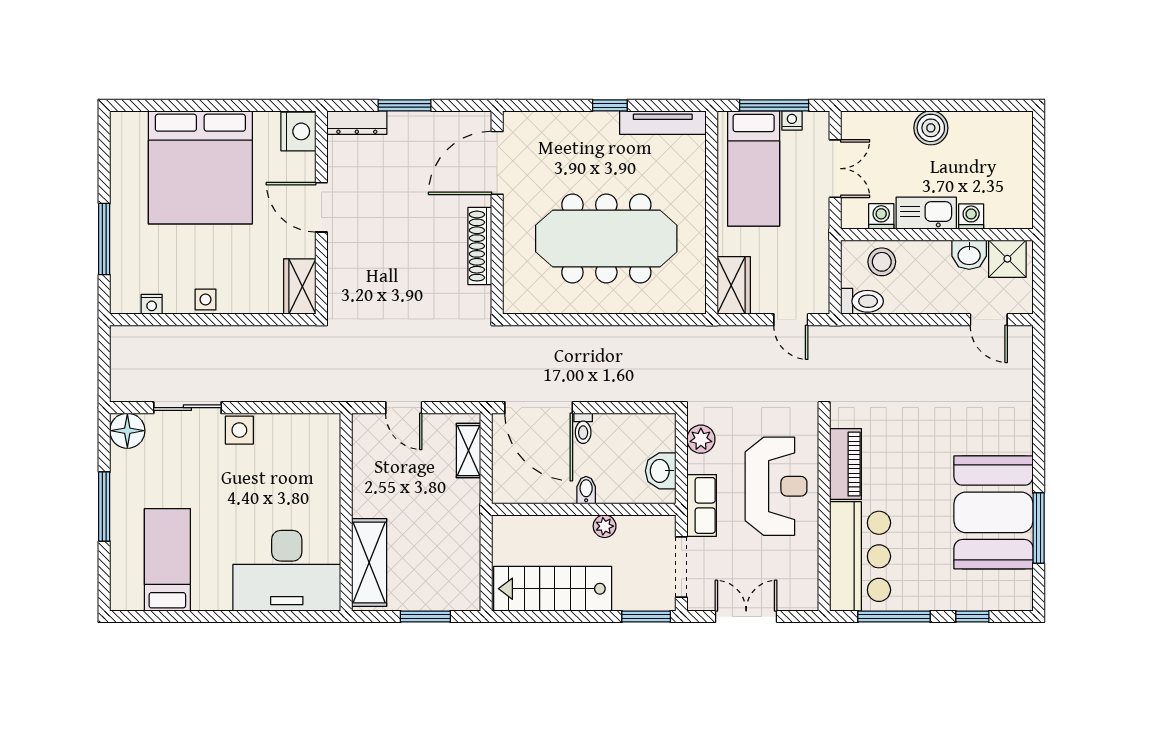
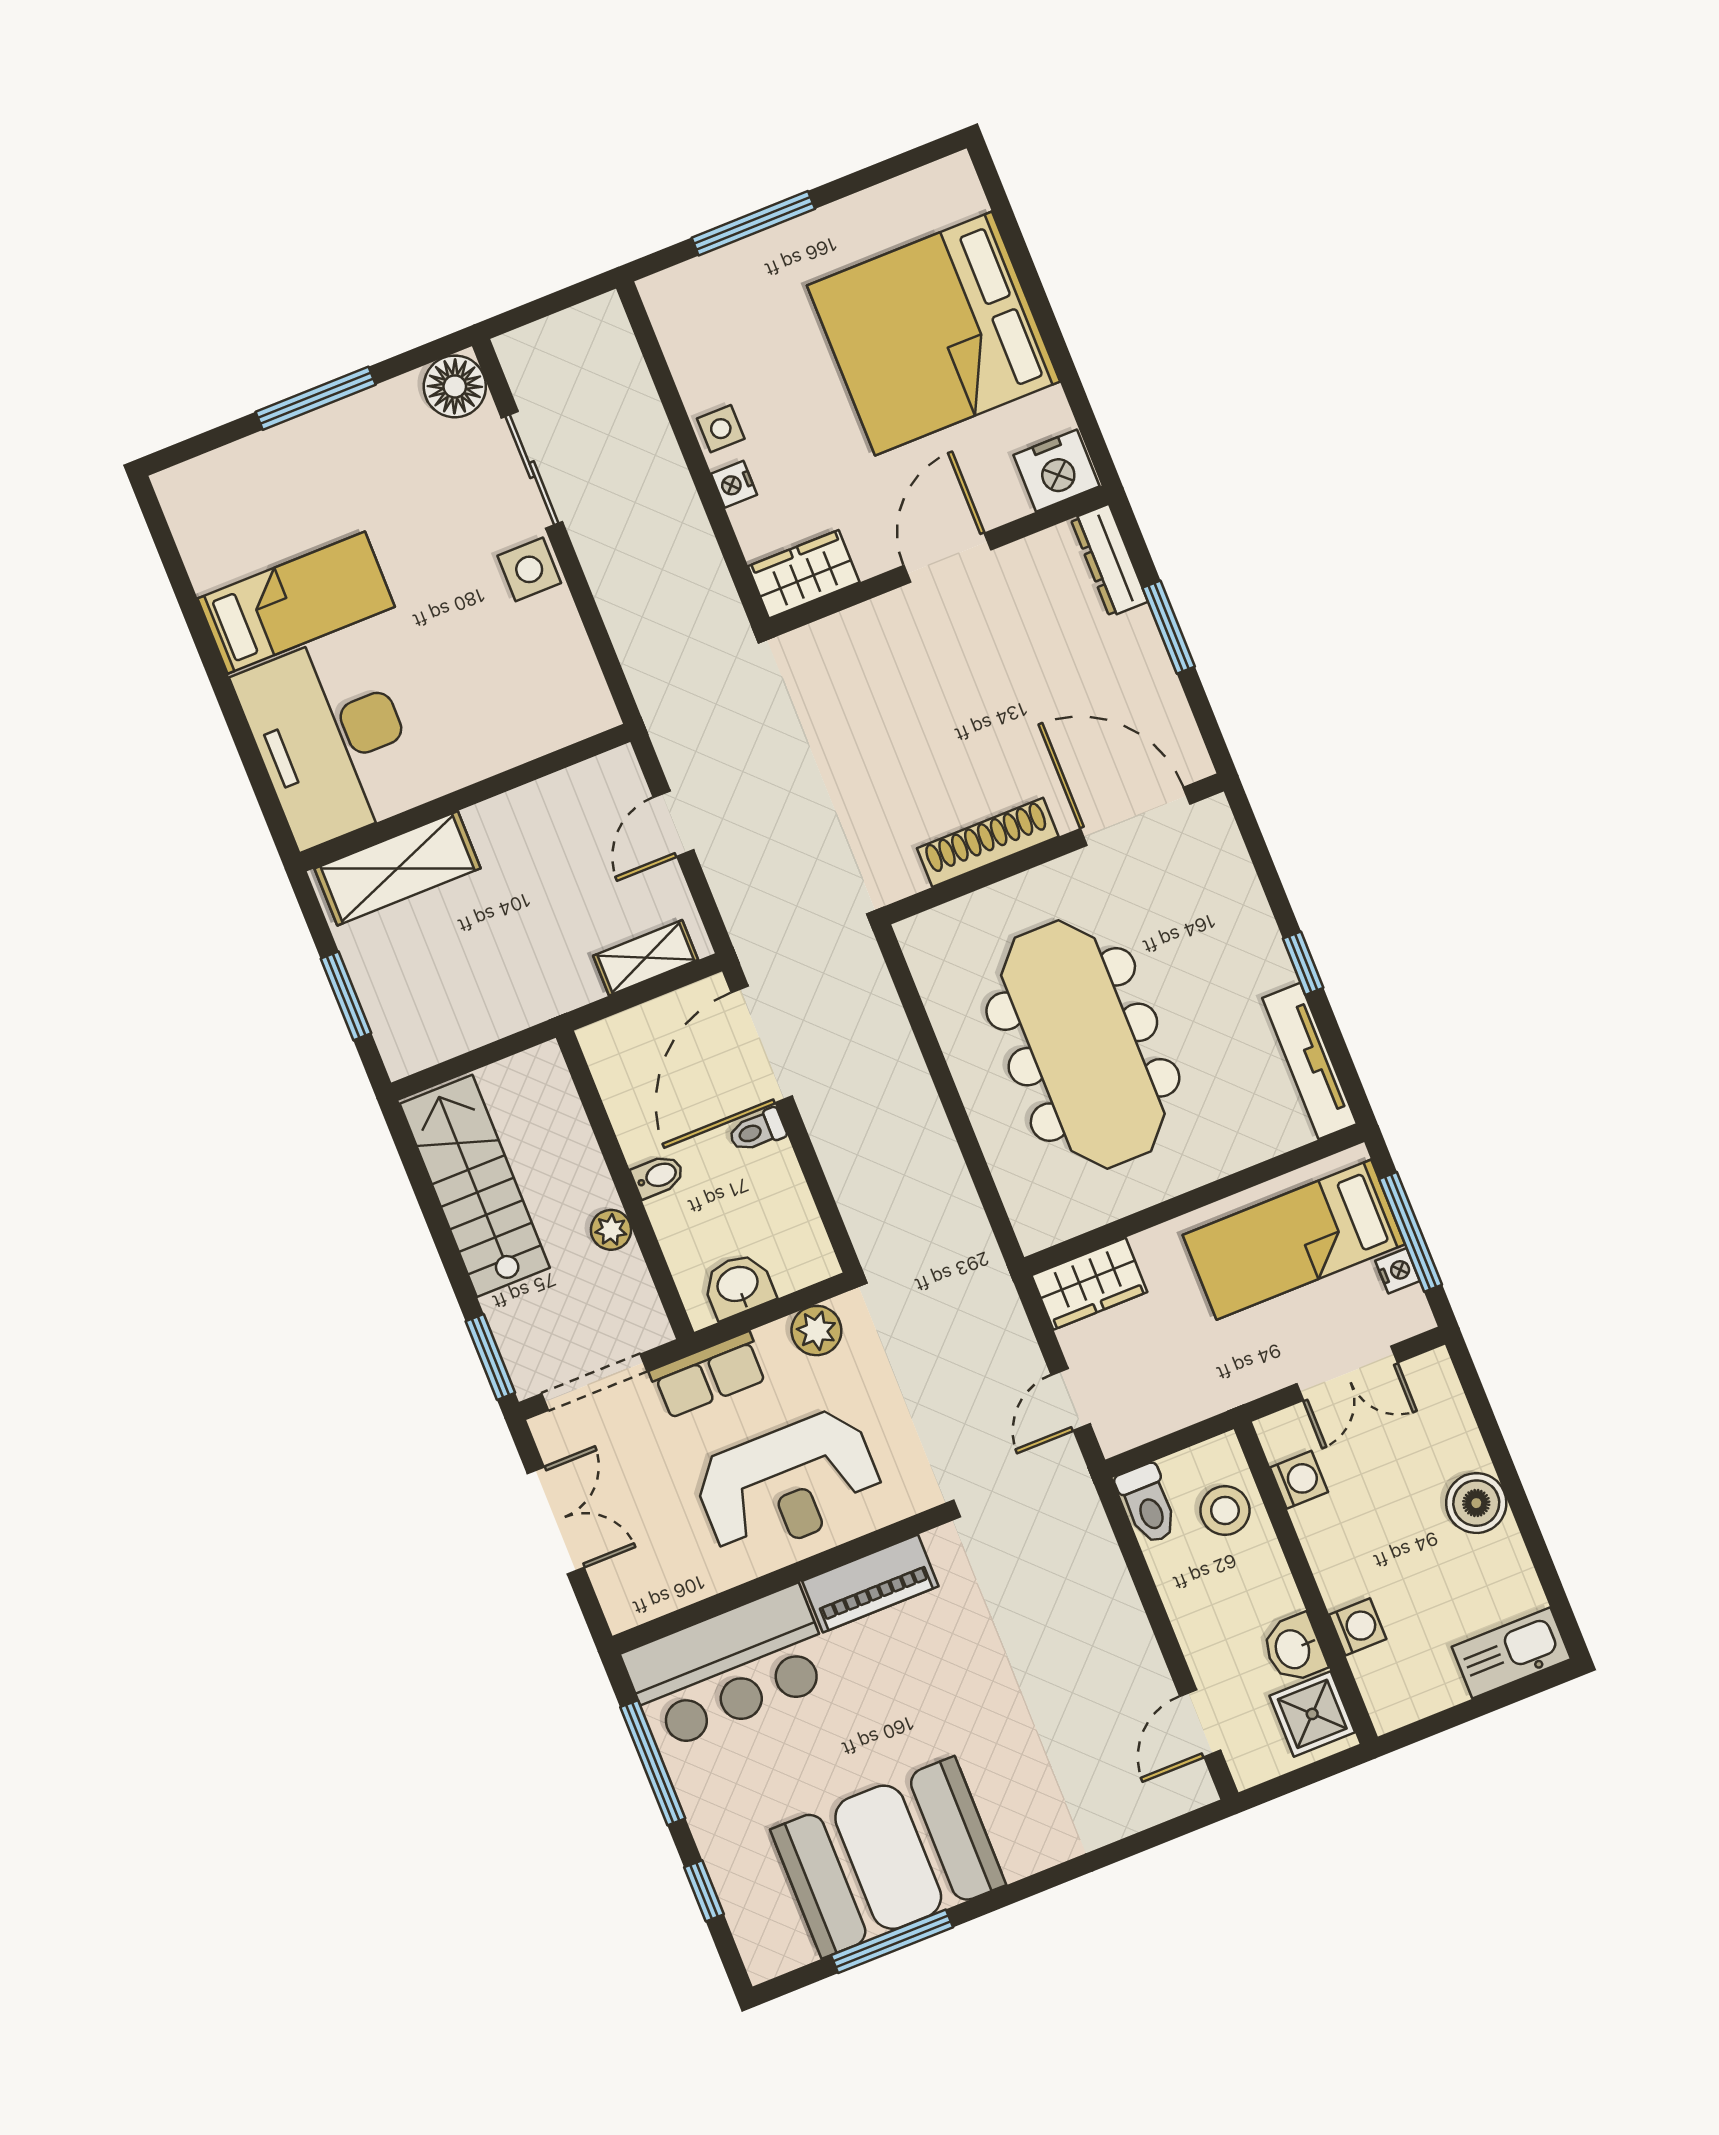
kitchen sink: (926, 213) -> (1511, 1653), moved, turned -90
nightstand: (152, 304) -> (734, 484), moved
bed: (167, 560) -> (296, 603), moved

